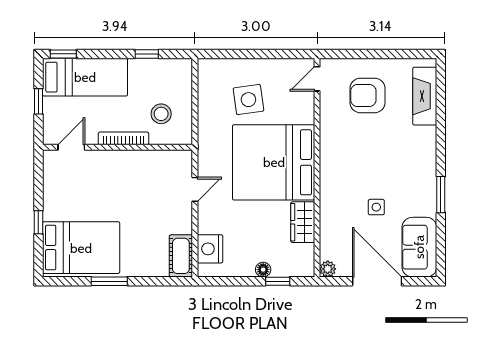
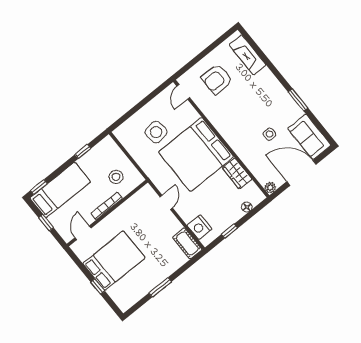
bed: (81, 248) -> (114, 261), moved
floor lamp: (263, 270) -> (247, 207), moved
window: (278, 281) -> (229, 231), moved

